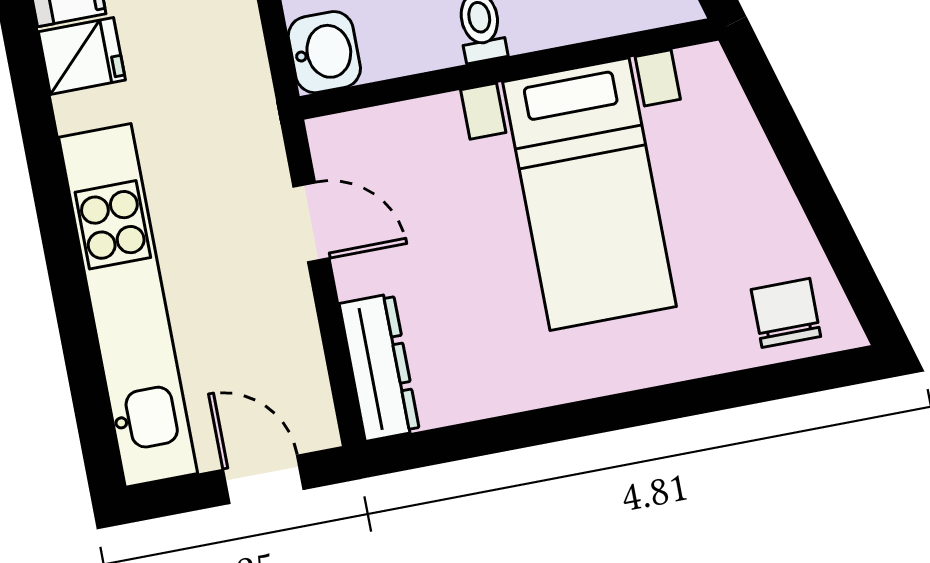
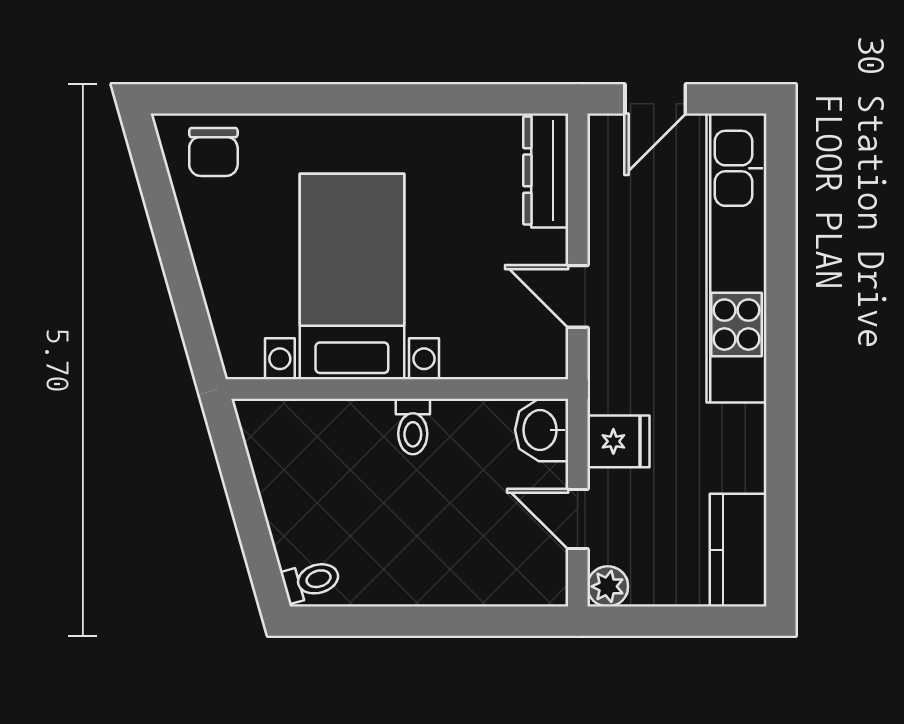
fridge: (82, 56) -> (618, 441), moved, turned 180
door: (263, 479) -> (655, 99), hinge flipped

